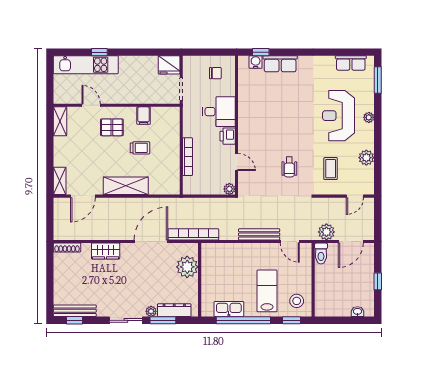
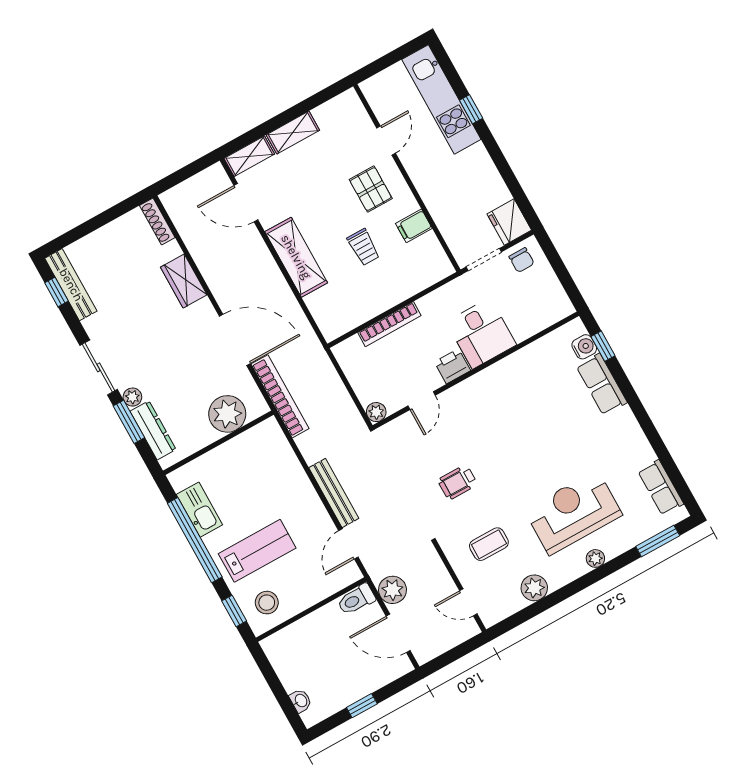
chair: (215, 73) -> (522, 260), moved
shelving: (60, 121) -> (293, 133), moved

